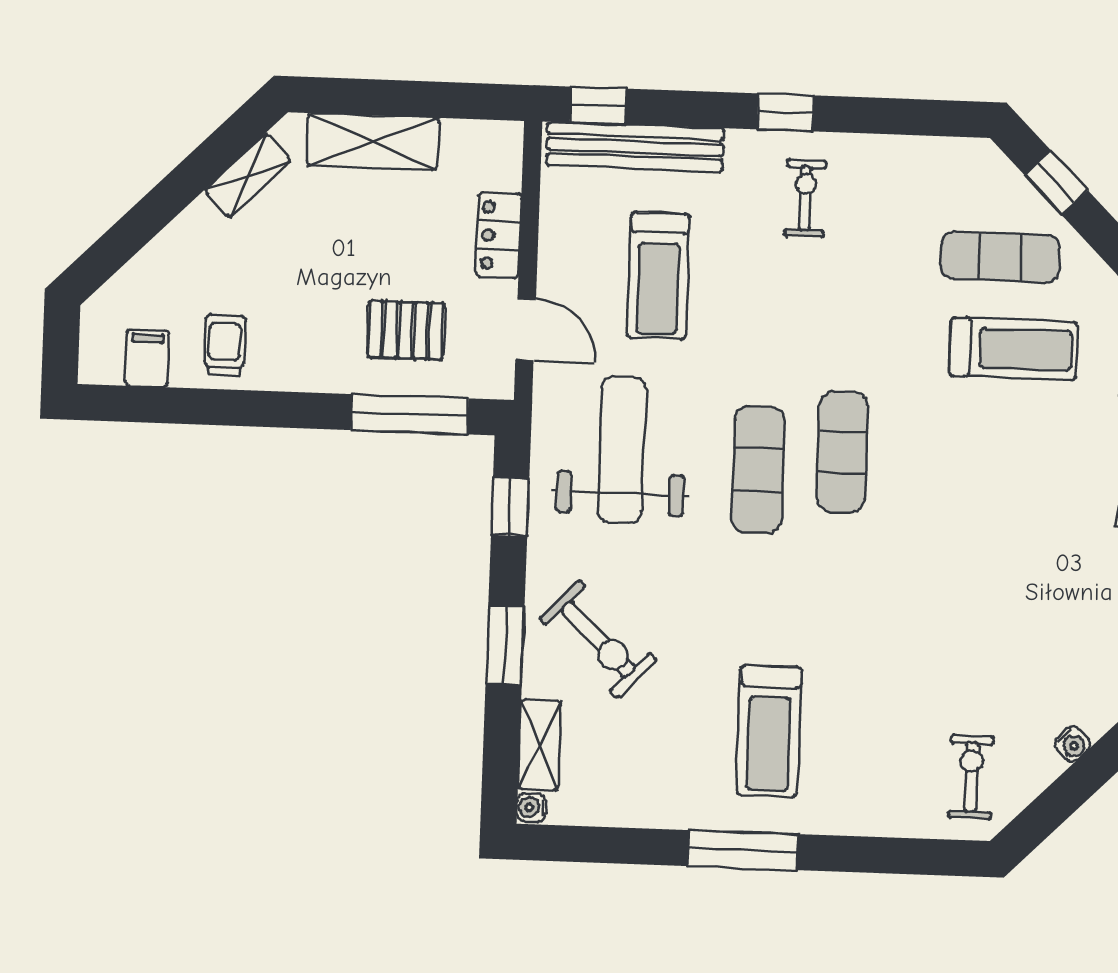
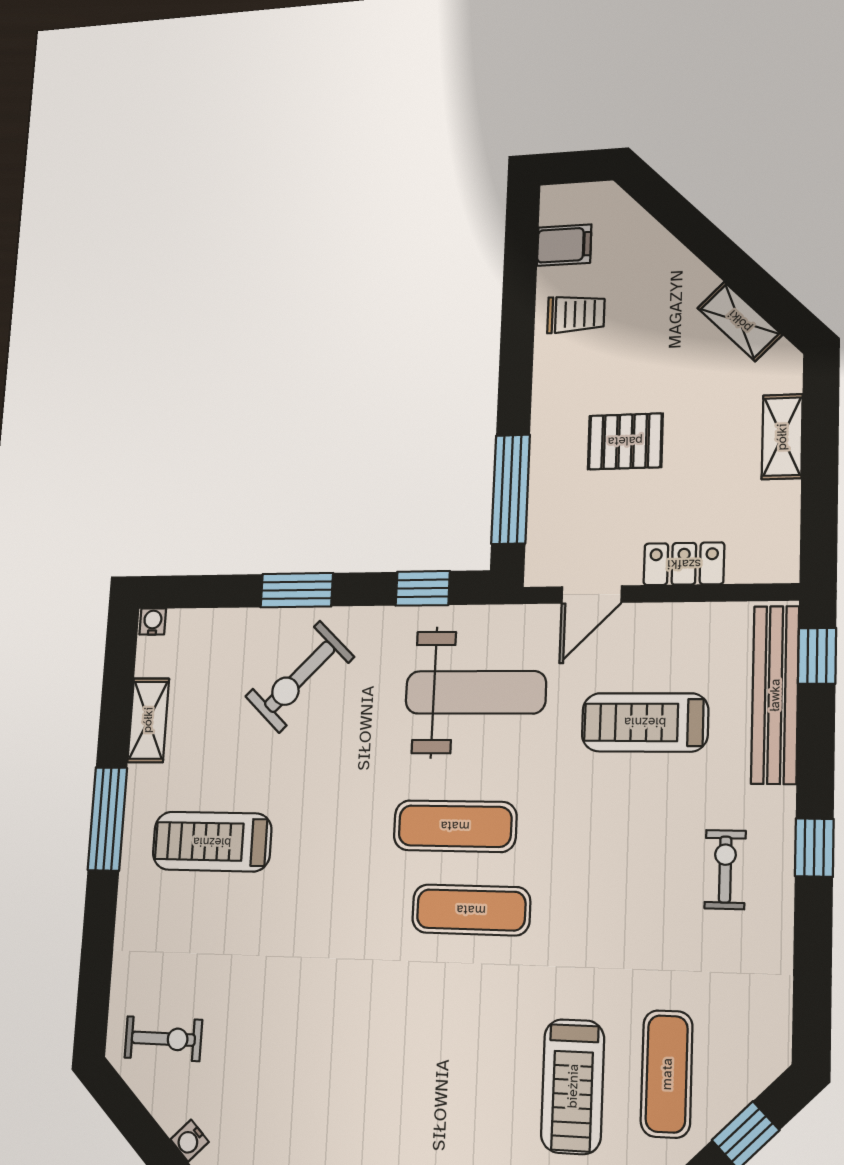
shelving: (373, 142) -> (782, 437), width x0.67, depth x0.75
exercise bike: (805, 198) -> (725, 870), turned -90
pallet: (406, 330) -> (625, 441), moved, turned 90
shelving: (540, 745) -> (148, 720), moved, turned 90

